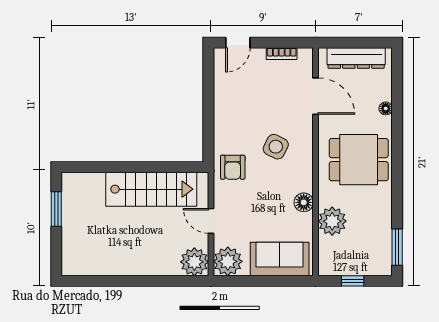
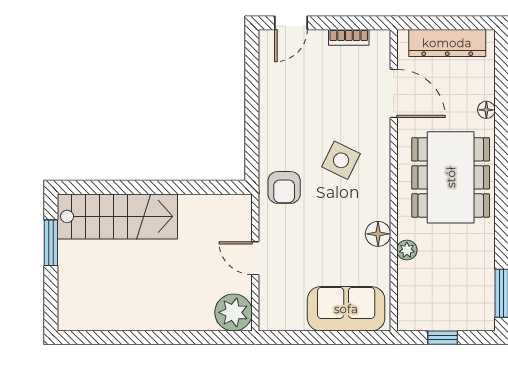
dining table: (359, 160) -> (451, 177), width x1.38
stairs: (151, 189) -> (117, 216), moved
plant: (332, 221) -> (407, 250), width x0.53, depth x0.53
plant: (228, 261) -> (278, 312), removed

